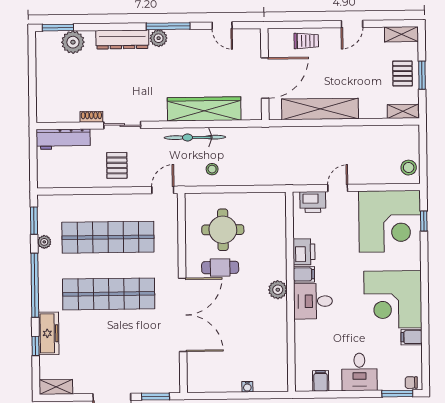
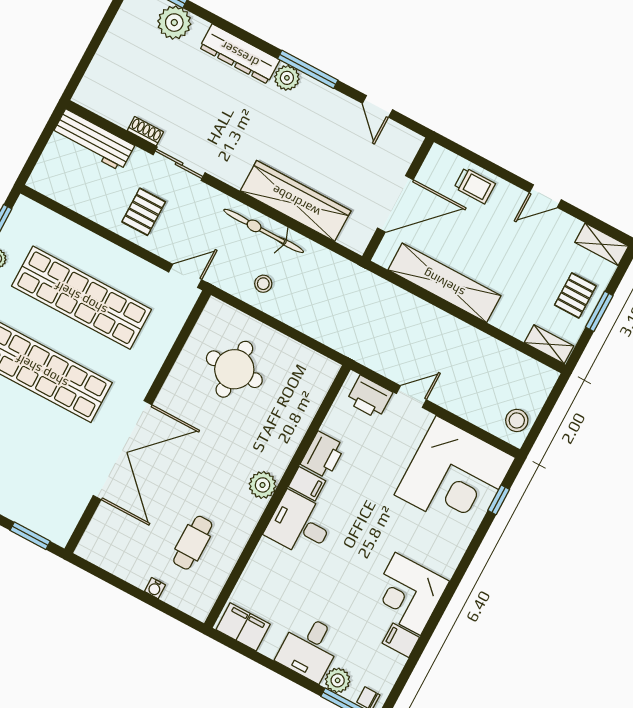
cafe table: (220, 267) -> (193, 543), moved, turned 90
corner desk: (393, 299) -> (408, 594), width x0.74, depth x0.74
filing cabinet: (321, 381) -> (243, 627), width x2.00
plant: (387, 382) -> (338, 680), added

